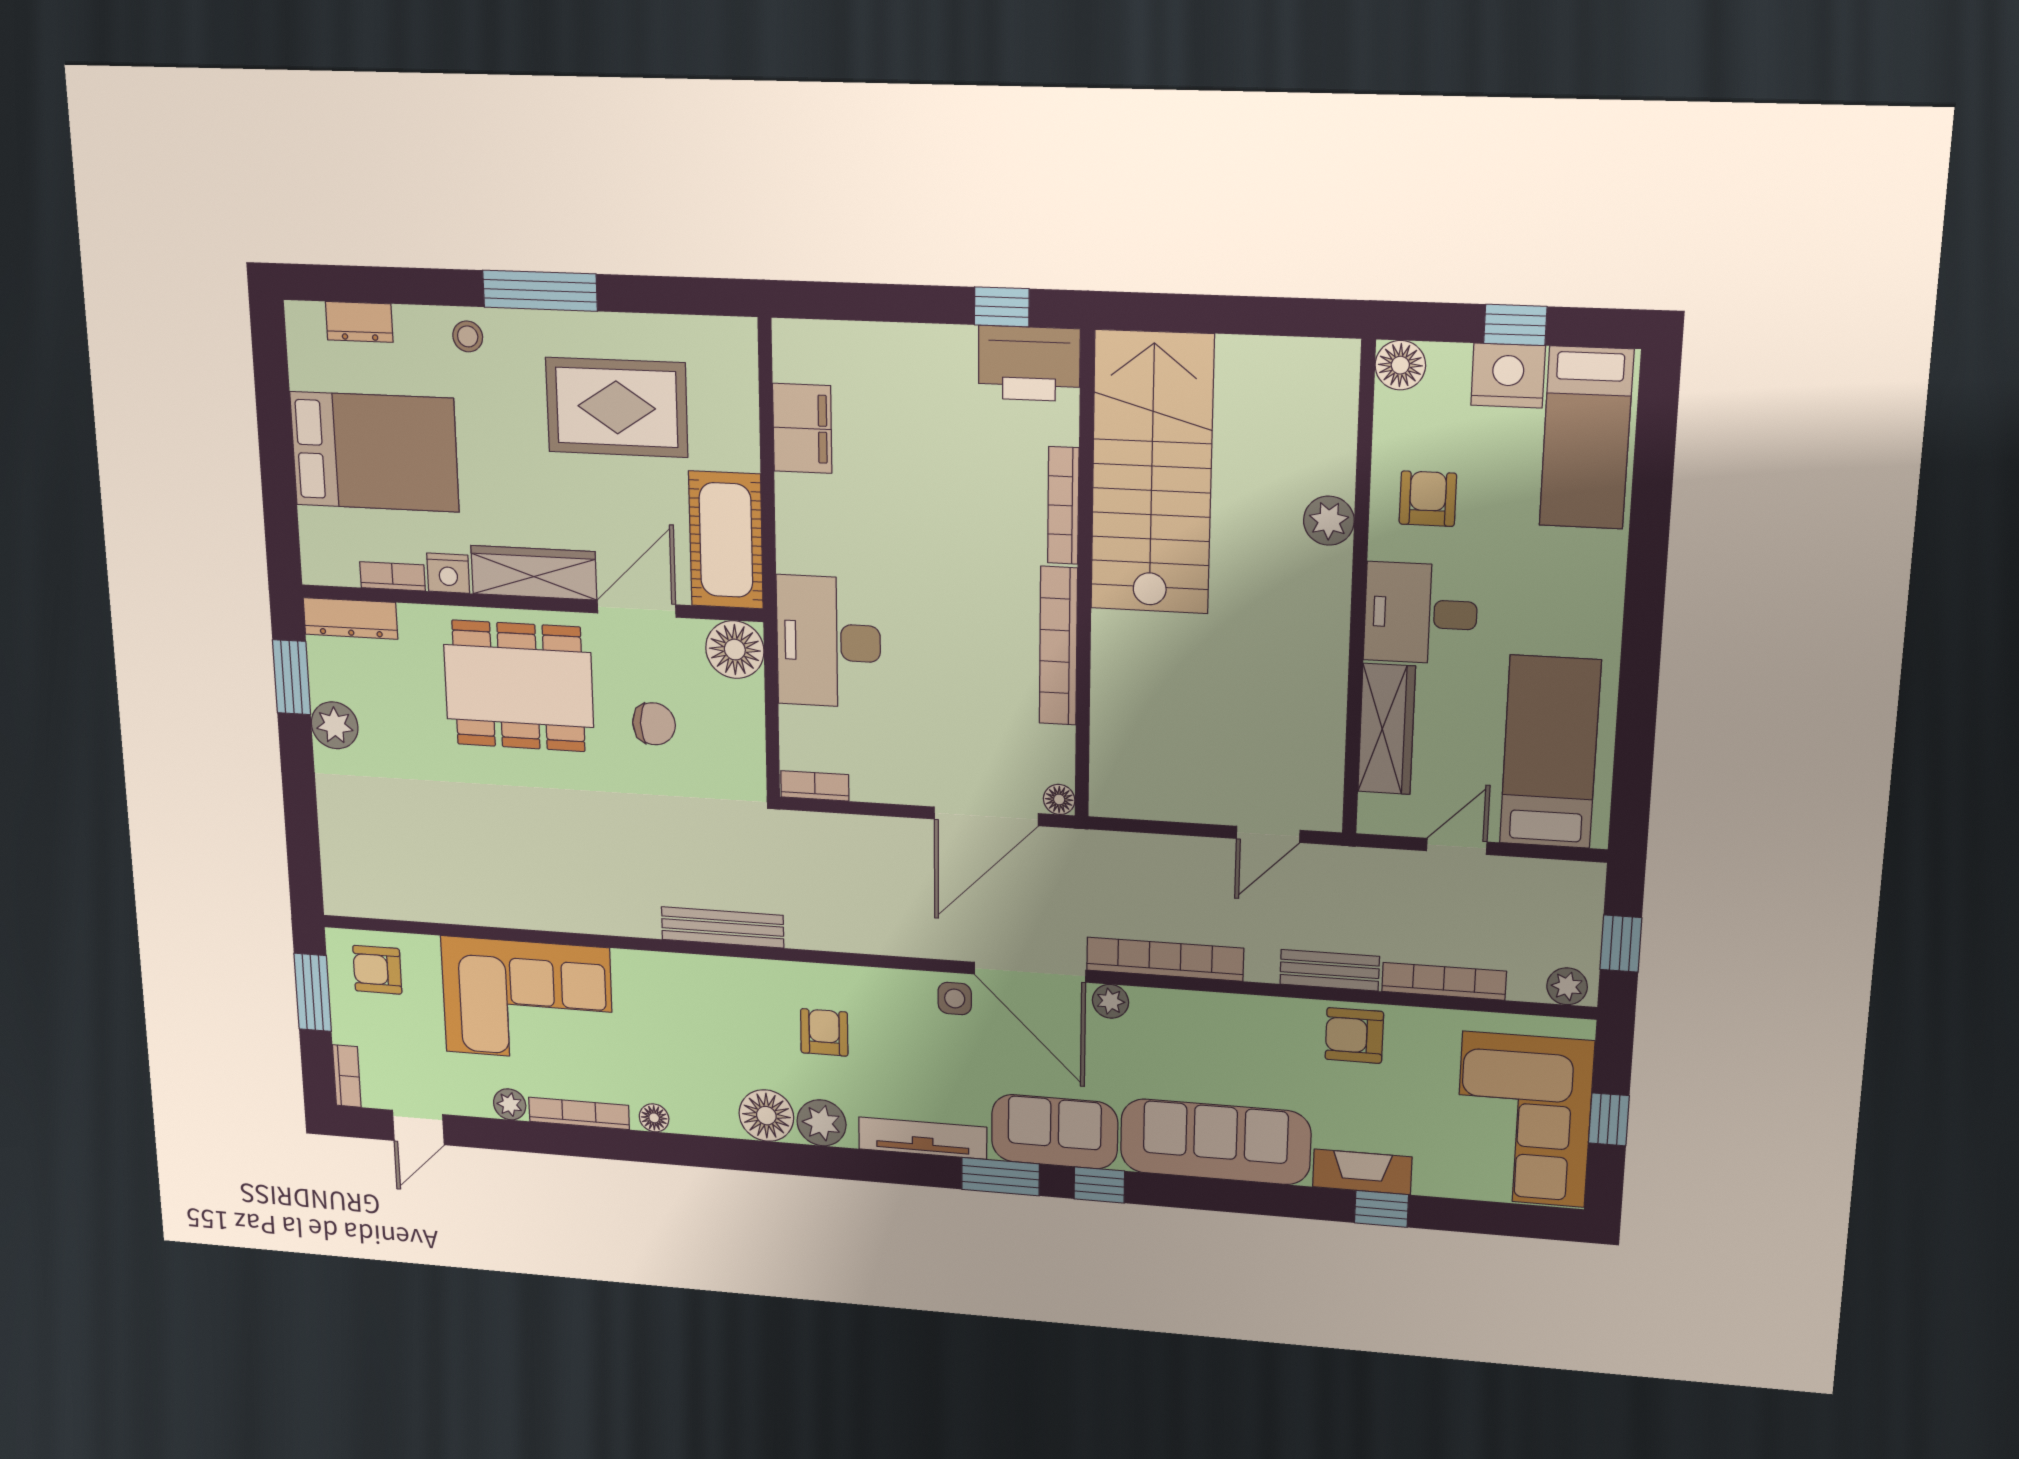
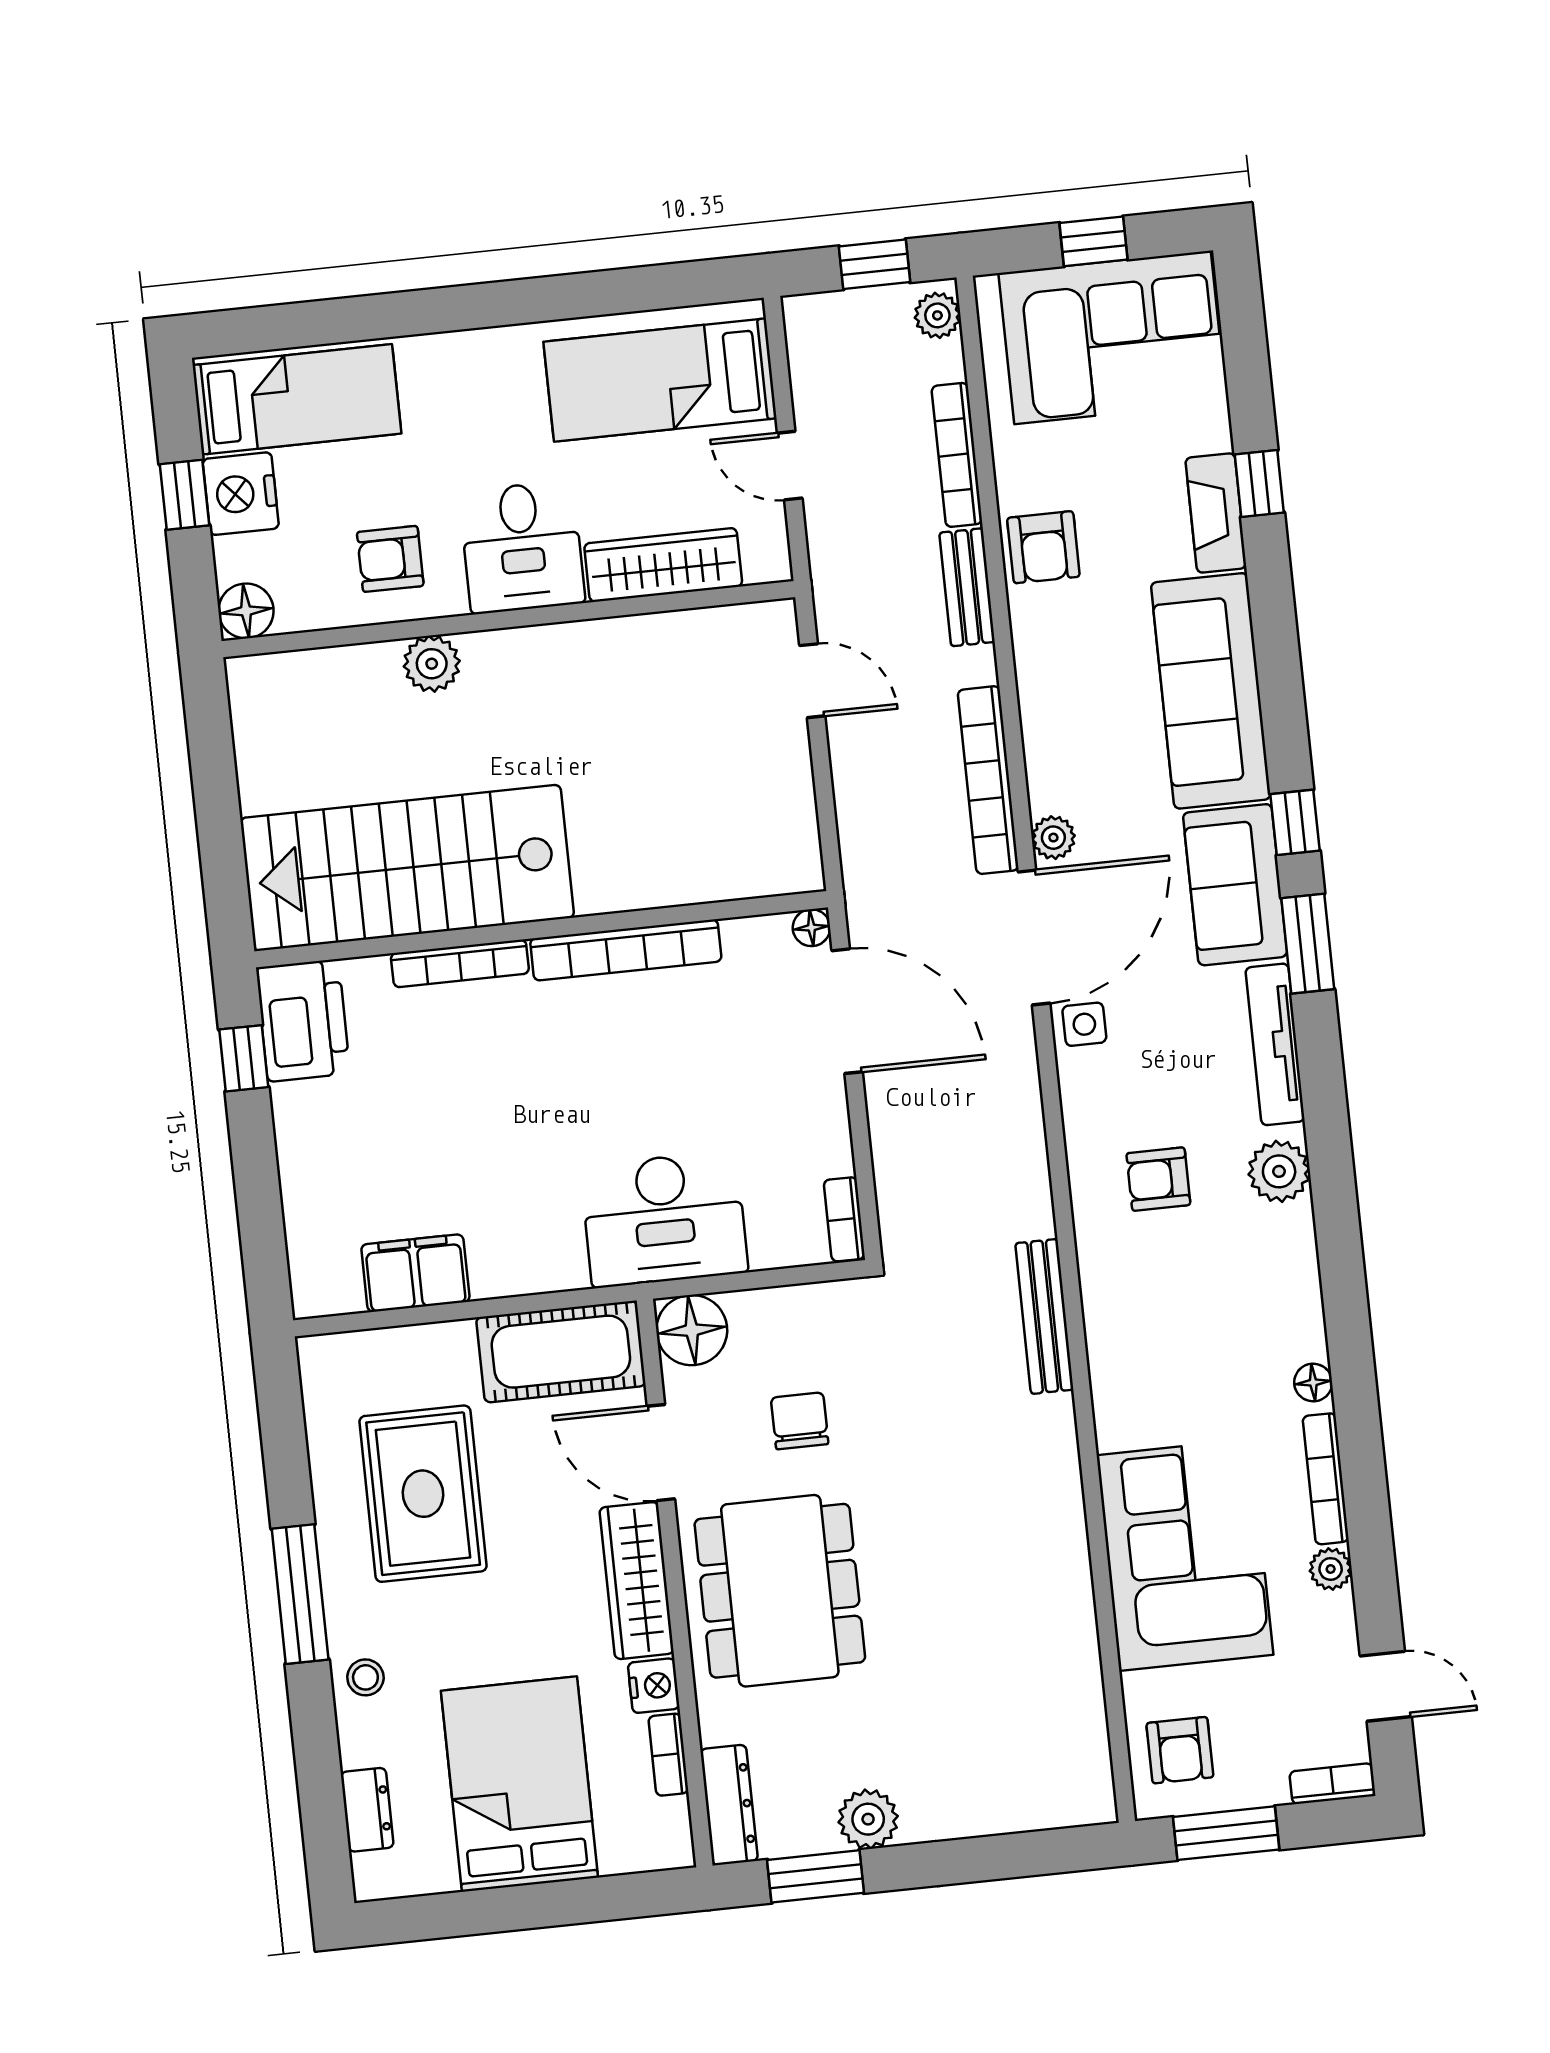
floor lamp: (766, 1116) -> (1283, 1241), removed

